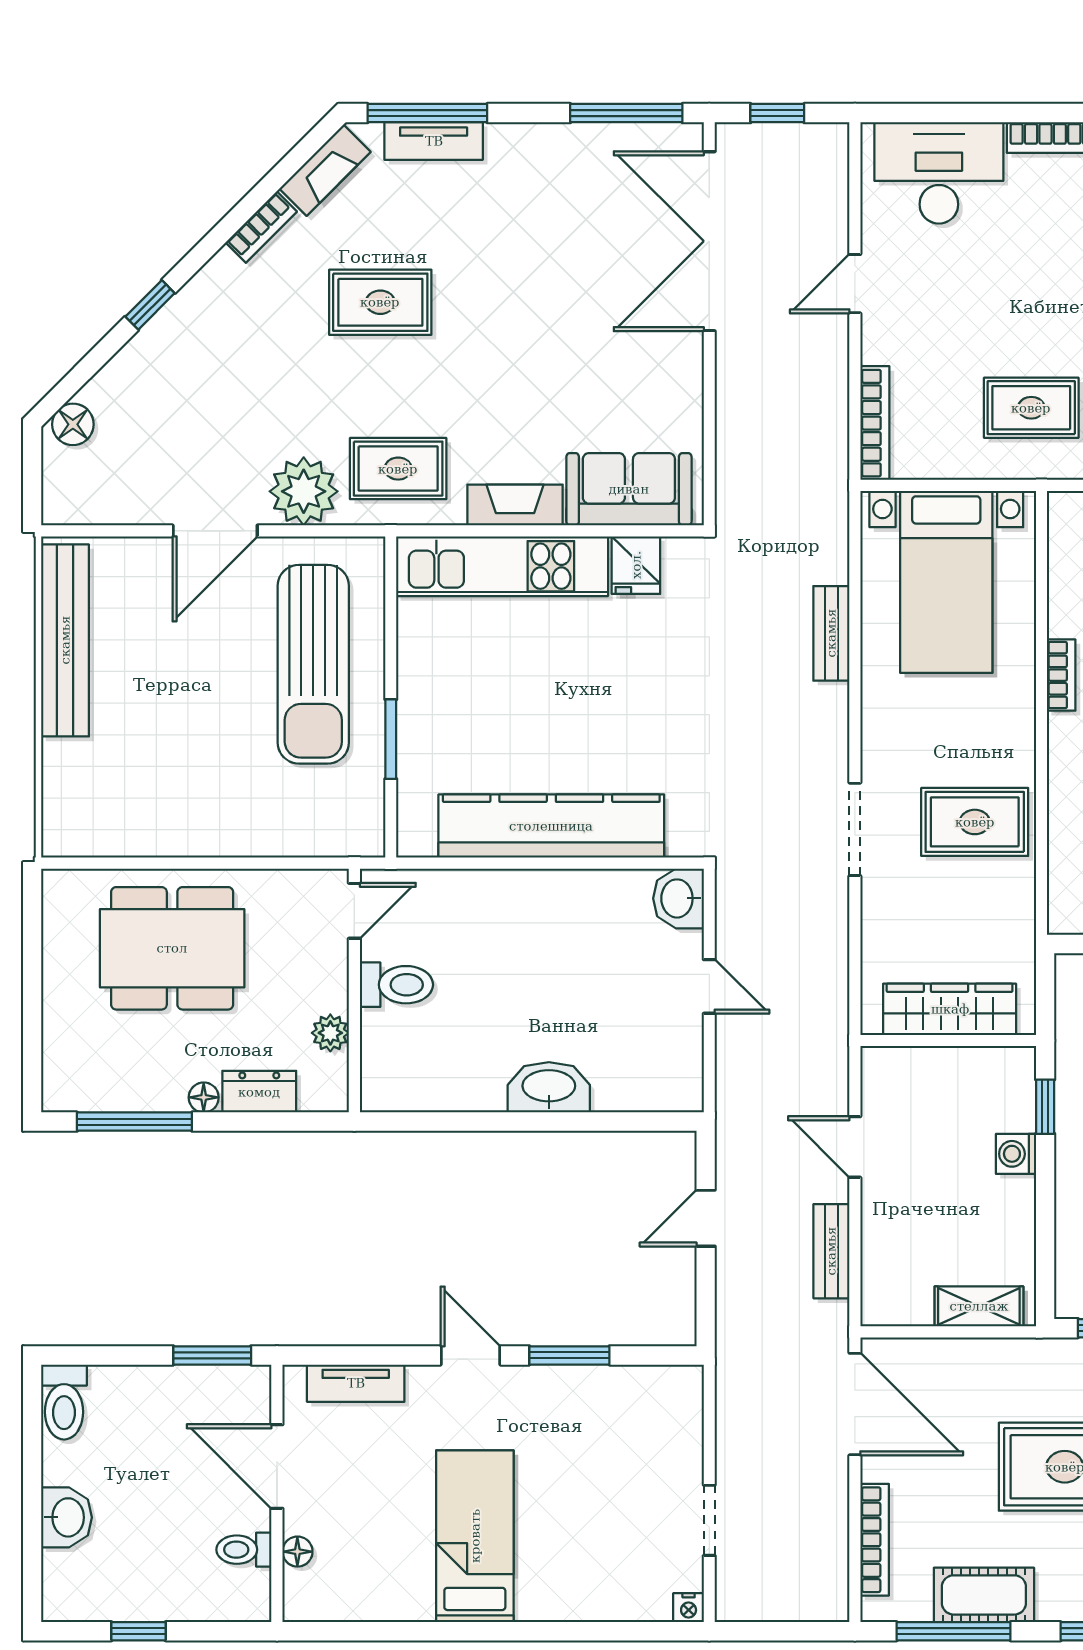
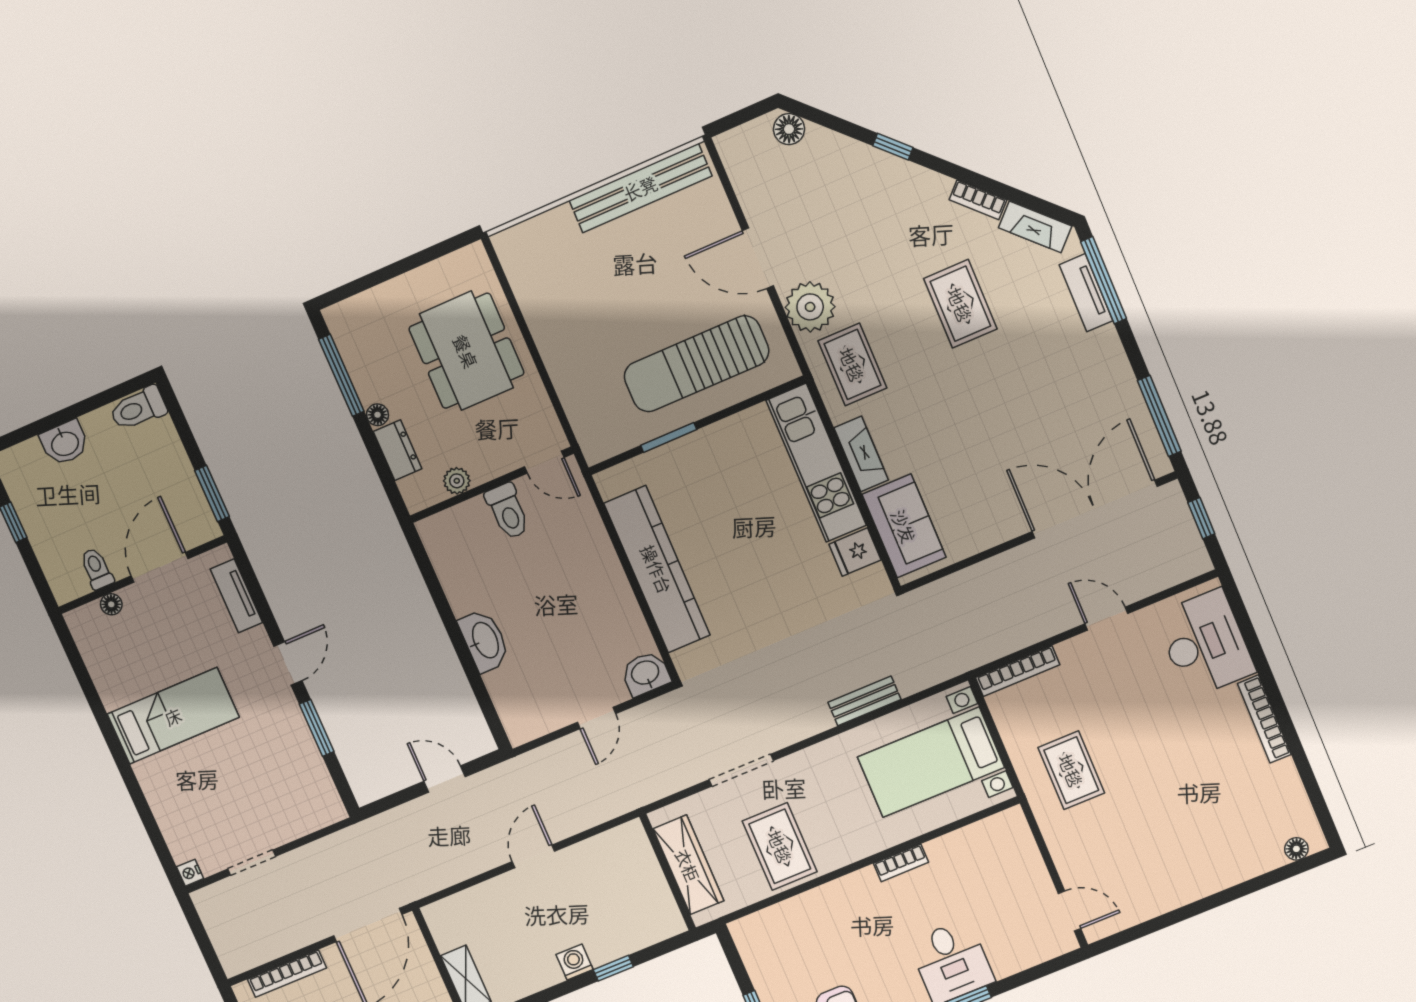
wardrobe: (950, 1009) -> (688, 865), moved
wall: (948, 1041) -> (668, 872), moved
bench: (831, 1251) -> (459, 869), removed

